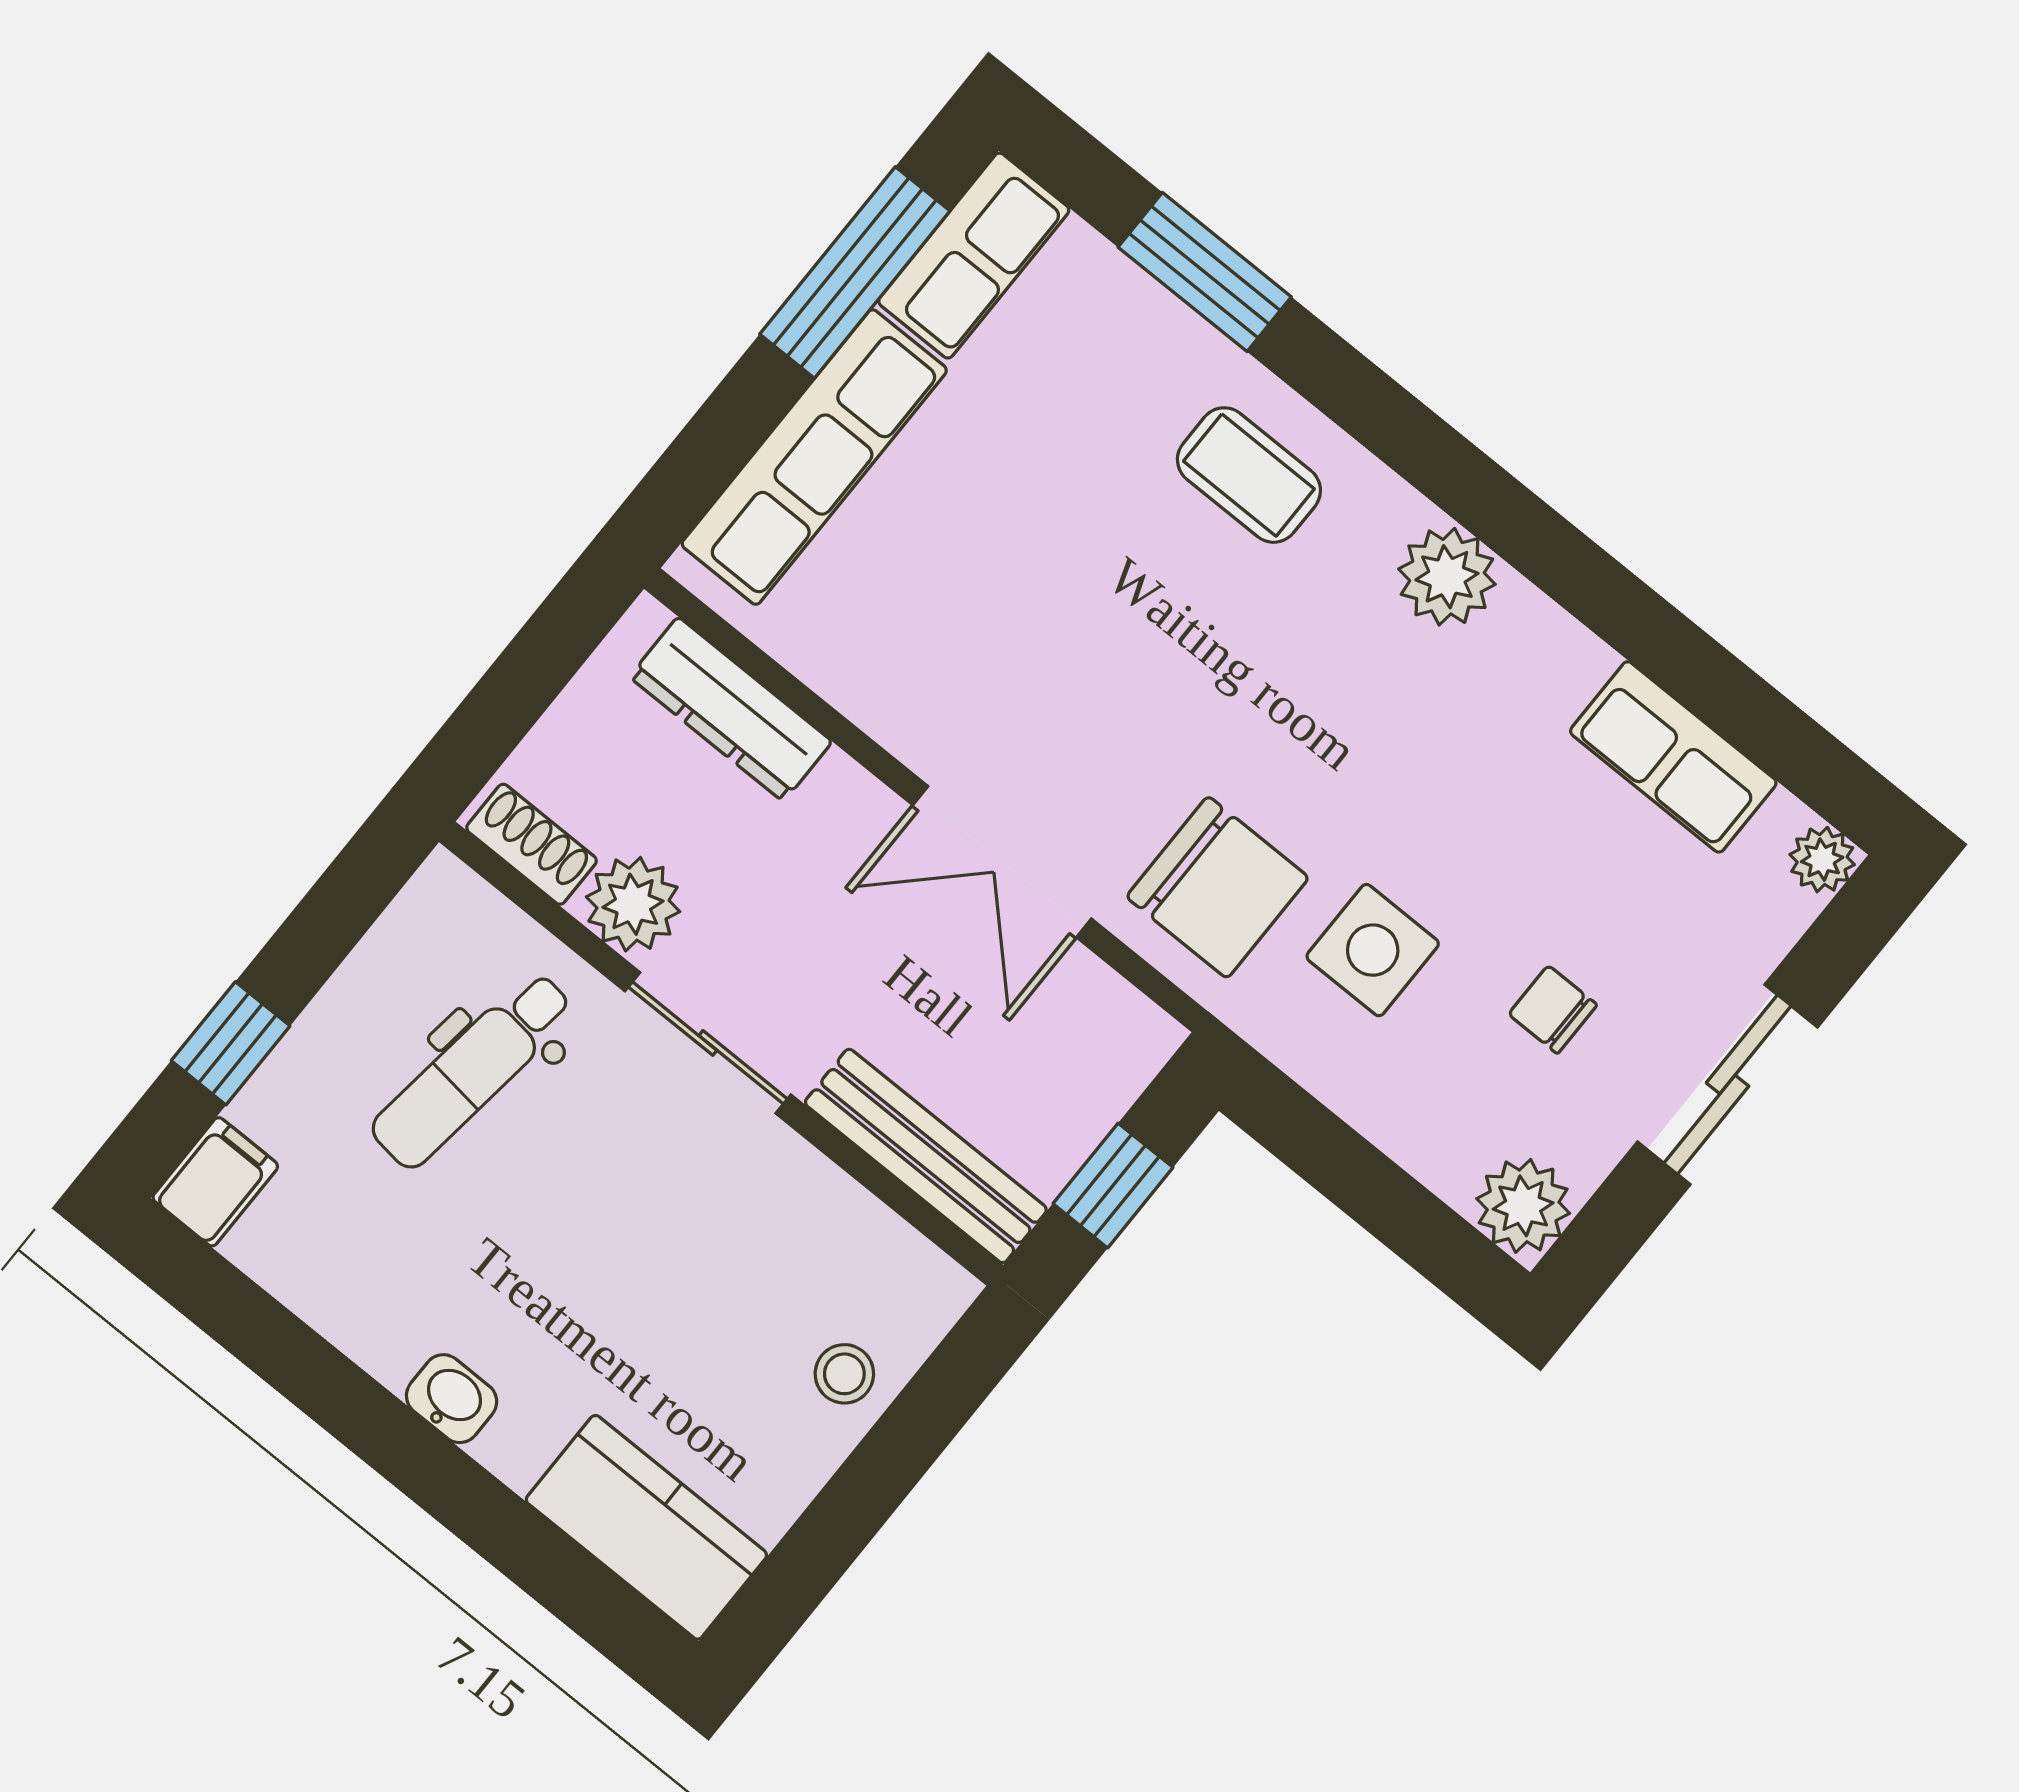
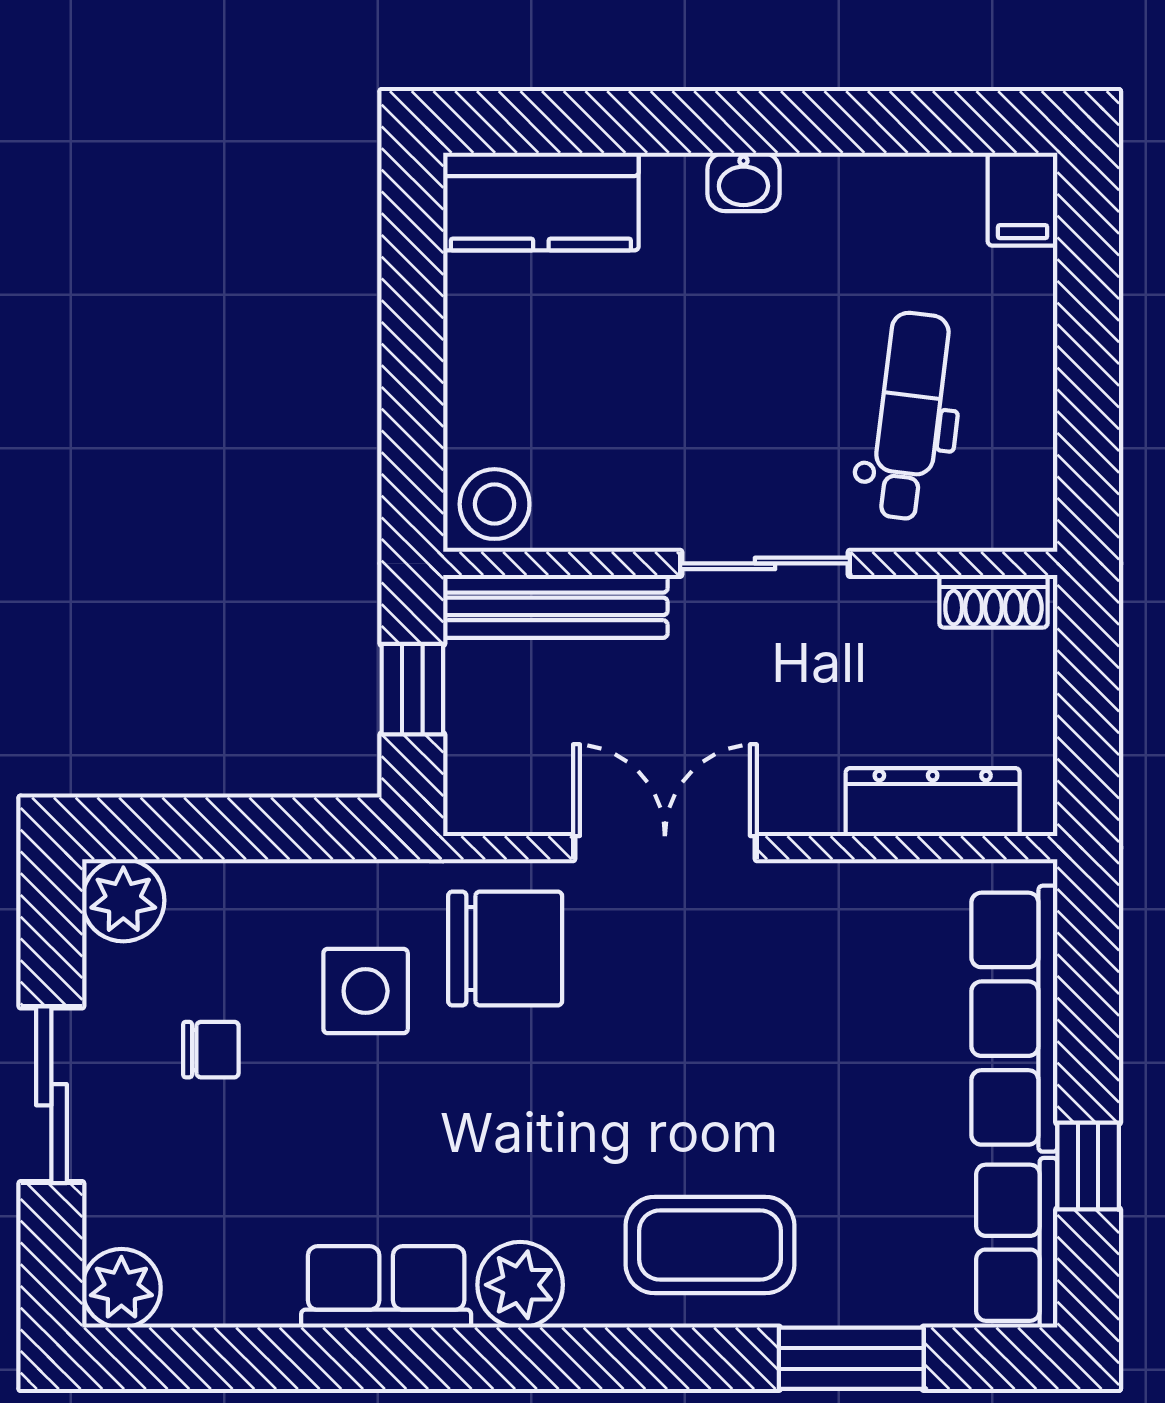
window: (855, 272) -> (1088, 1166), width x0.46
coffee table: (1249, 475) -> (710, 1245), width x1.36, depth x1.30
row of seats: (1673, 757) -> (386, 1287), moved
plant: (1822, 860) -> (121, 1288), width x1.38, depth x1.38
chair: (1218, 887) -> (505, 948), turned 180
plant: (633, 904) -> (892, 616), removed
window: (231, 1043) -> (1088, 301), removed
stool: (844, 1374) -> (495, 504), moved, width x1.37, depth x1.37

